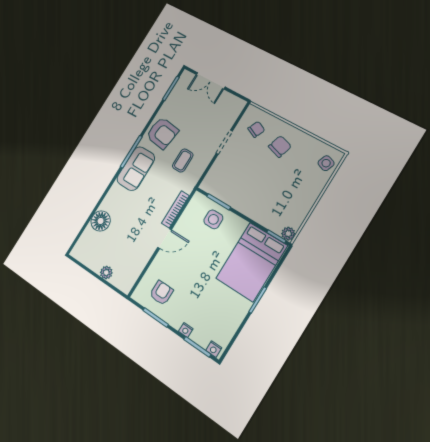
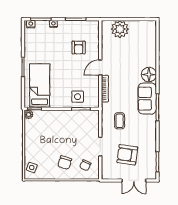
double door: (211, 81) -> (134, 180), swing flipped
armchair: (162, 133) -> (127, 155), moved
floor lamp: (101, 221) -> (149, 75), moved
bed: (251, 262) -> (40, 86), width x0.67
plant: (106, 273) -> (120, 29), width x1.87, depth x1.87
armchair: (161, 293) -> (79, 48), moved

